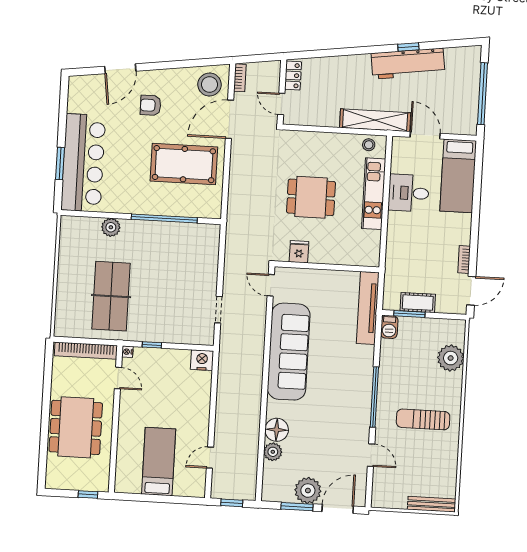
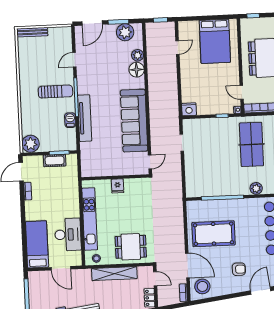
door: (229, 119) -> (187, 265), hinge flipped
shelving: (375, 120) -> (114, 274), moved
desk: (409, 193) -> (68, 235), width x1.37
kitchen unit: (374, 194) -> (90, 219), width x1.36
dining table: (311, 197) -> (131, 247), moved
fridge: (299, 252) -> (118, 186), moved
door: (271, 285) -> (150, 162), hinge flipped
tv unit: (368, 308) -> (85, 118), moved
barbecue: (389, 327) -> (70, 120), moved
plant: (451, 358) -> (31, 144), moved
sun lounger: (423, 419) -> (55, 92), moved
door: (371, 455) -> (74, 60), hinge flipped
bed: (159, 462) -> (215, 41), width x1.50
plant: (308, 491) -> (125, 32), moved

